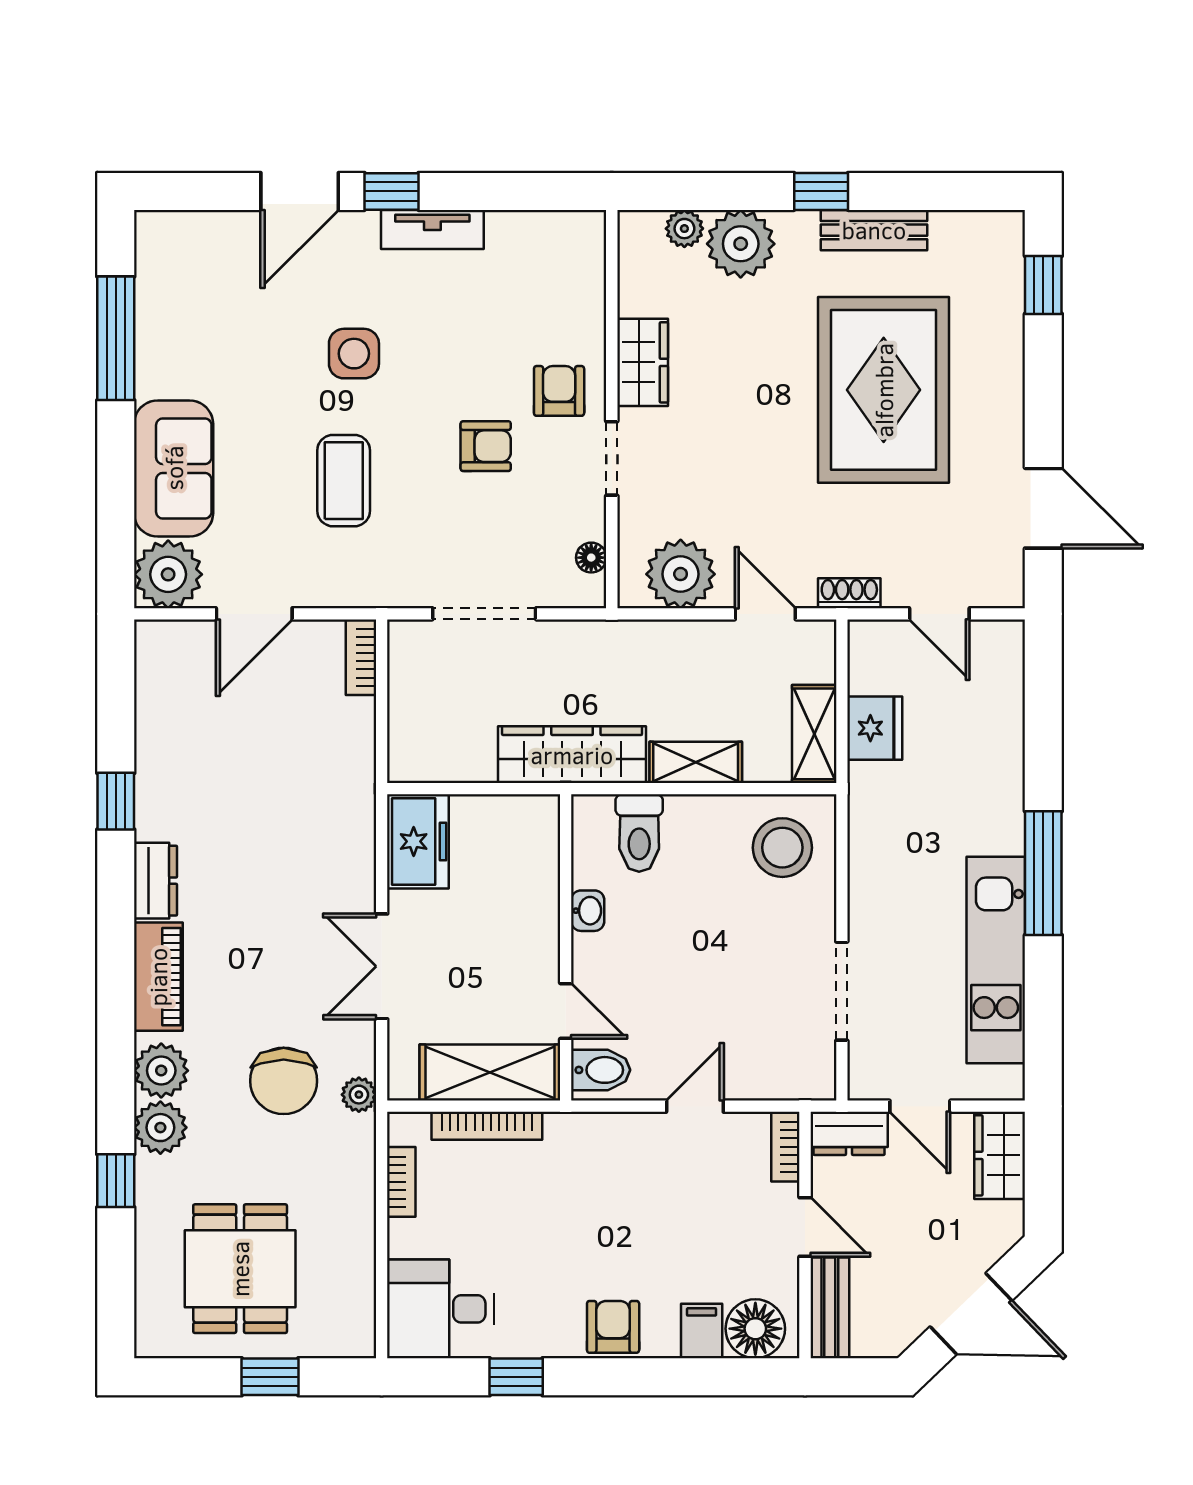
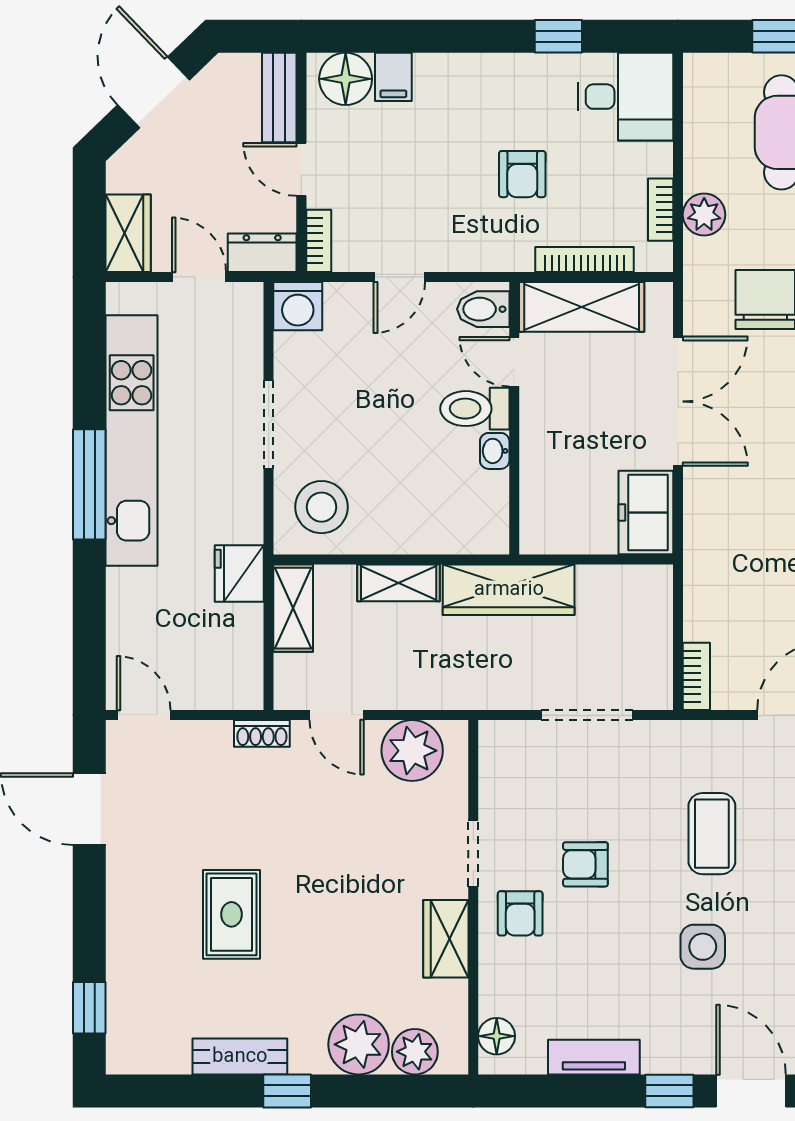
door: (300, 191) -> (751, 1091), hinge flipped
tv unit: (432, 229) -> (594, 1057), moved
plant: (684, 229) -> (415, 1052), width x1.38, depth x1.38
rug: (884, 390) -> (231, 914), width x0.54, depth x0.49
floor lamp: (591, 558) -> (497, 1036), moved, width x1.37, depth x1.37
door: (939, 614) -> (144, 715), moved
fridge: (875, 728) -> (239, 573), moved
toilet: (639, 833) -> (475, 409), moved, turned -90
kitchen unit: (996, 960) -> (132, 440), width x1.36
double door: (382, 966) -> (678, 401), width x1.37
doorway: (842, 991) -> (269, 424), moved
washing machine: (809, 1073) -> (298, 306), added
plant: (359, 1095) -> (704, 215), moved, width x1.38, depth x1.38
door: (971, 1314) -> (154, 92), hinge flipped
armchair: (613, 1327) -> (522, 174), moved

